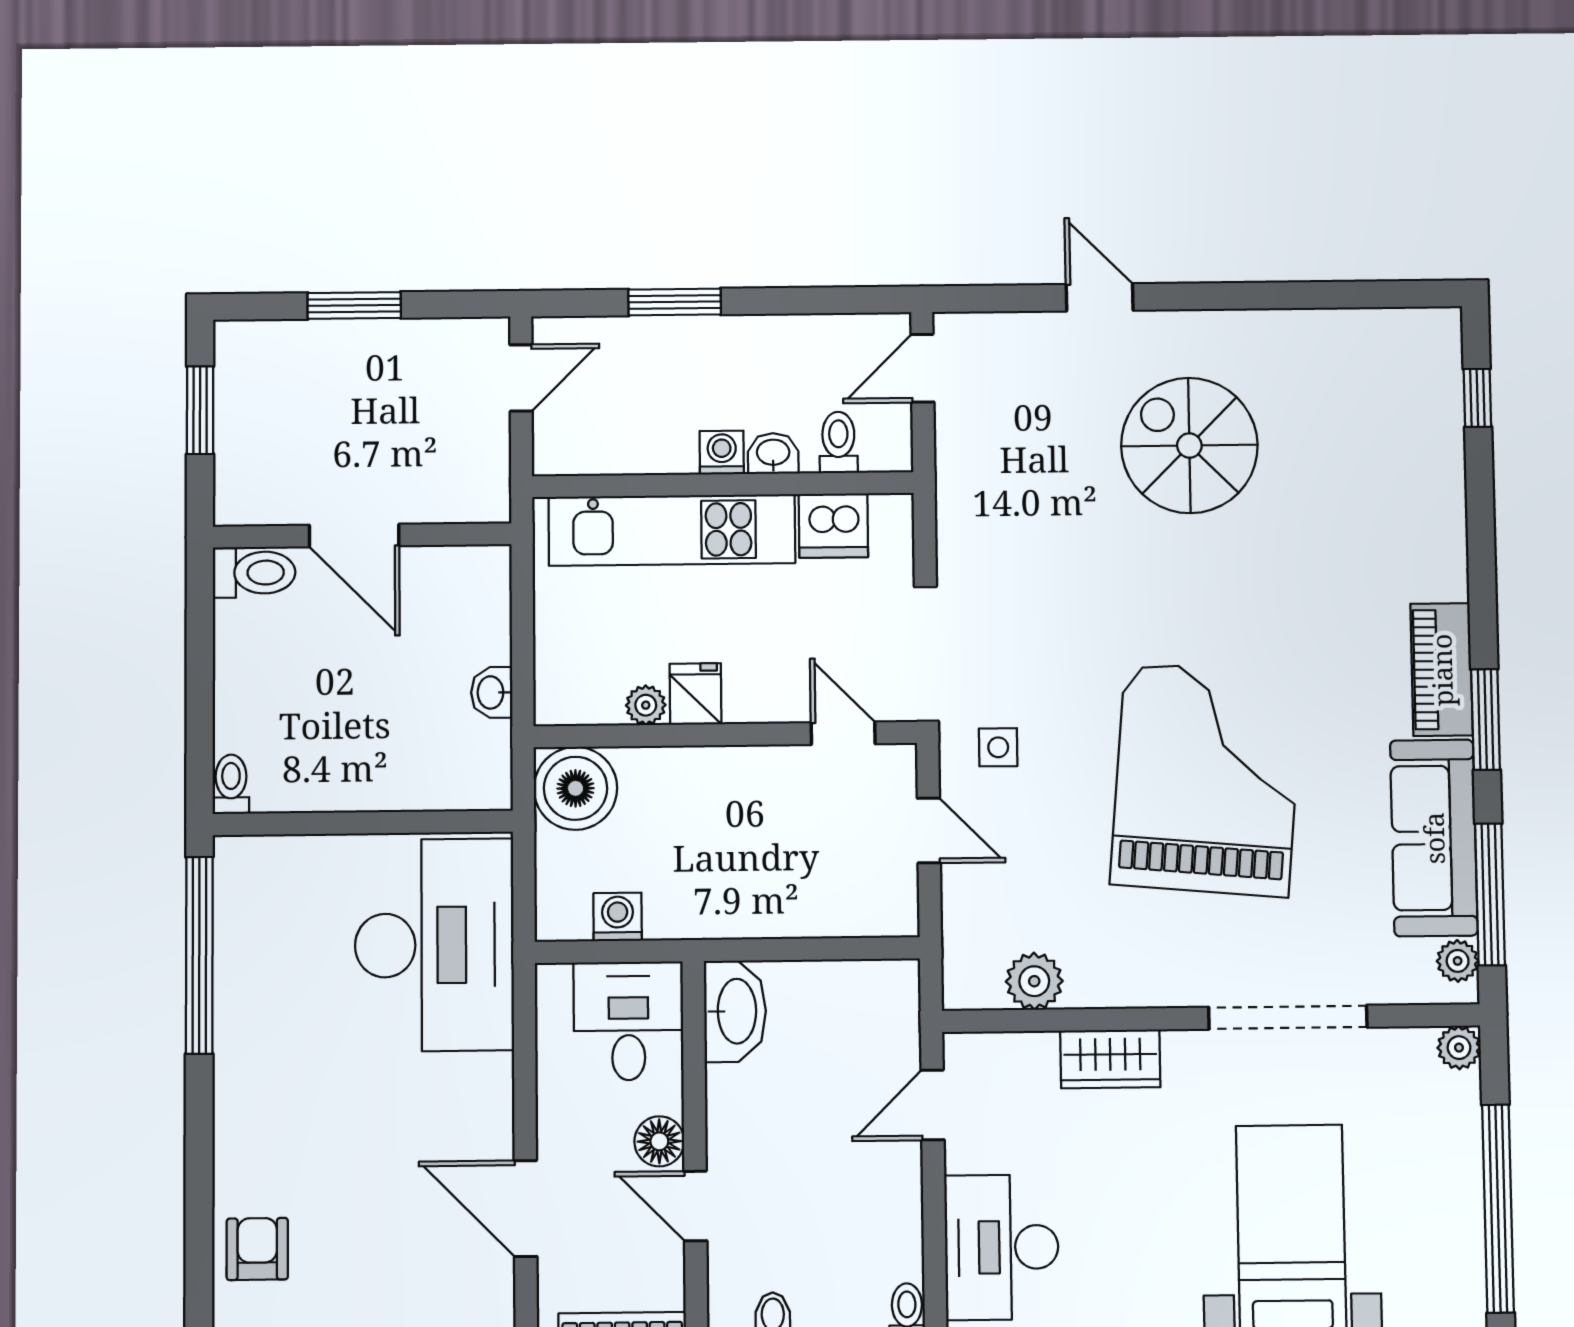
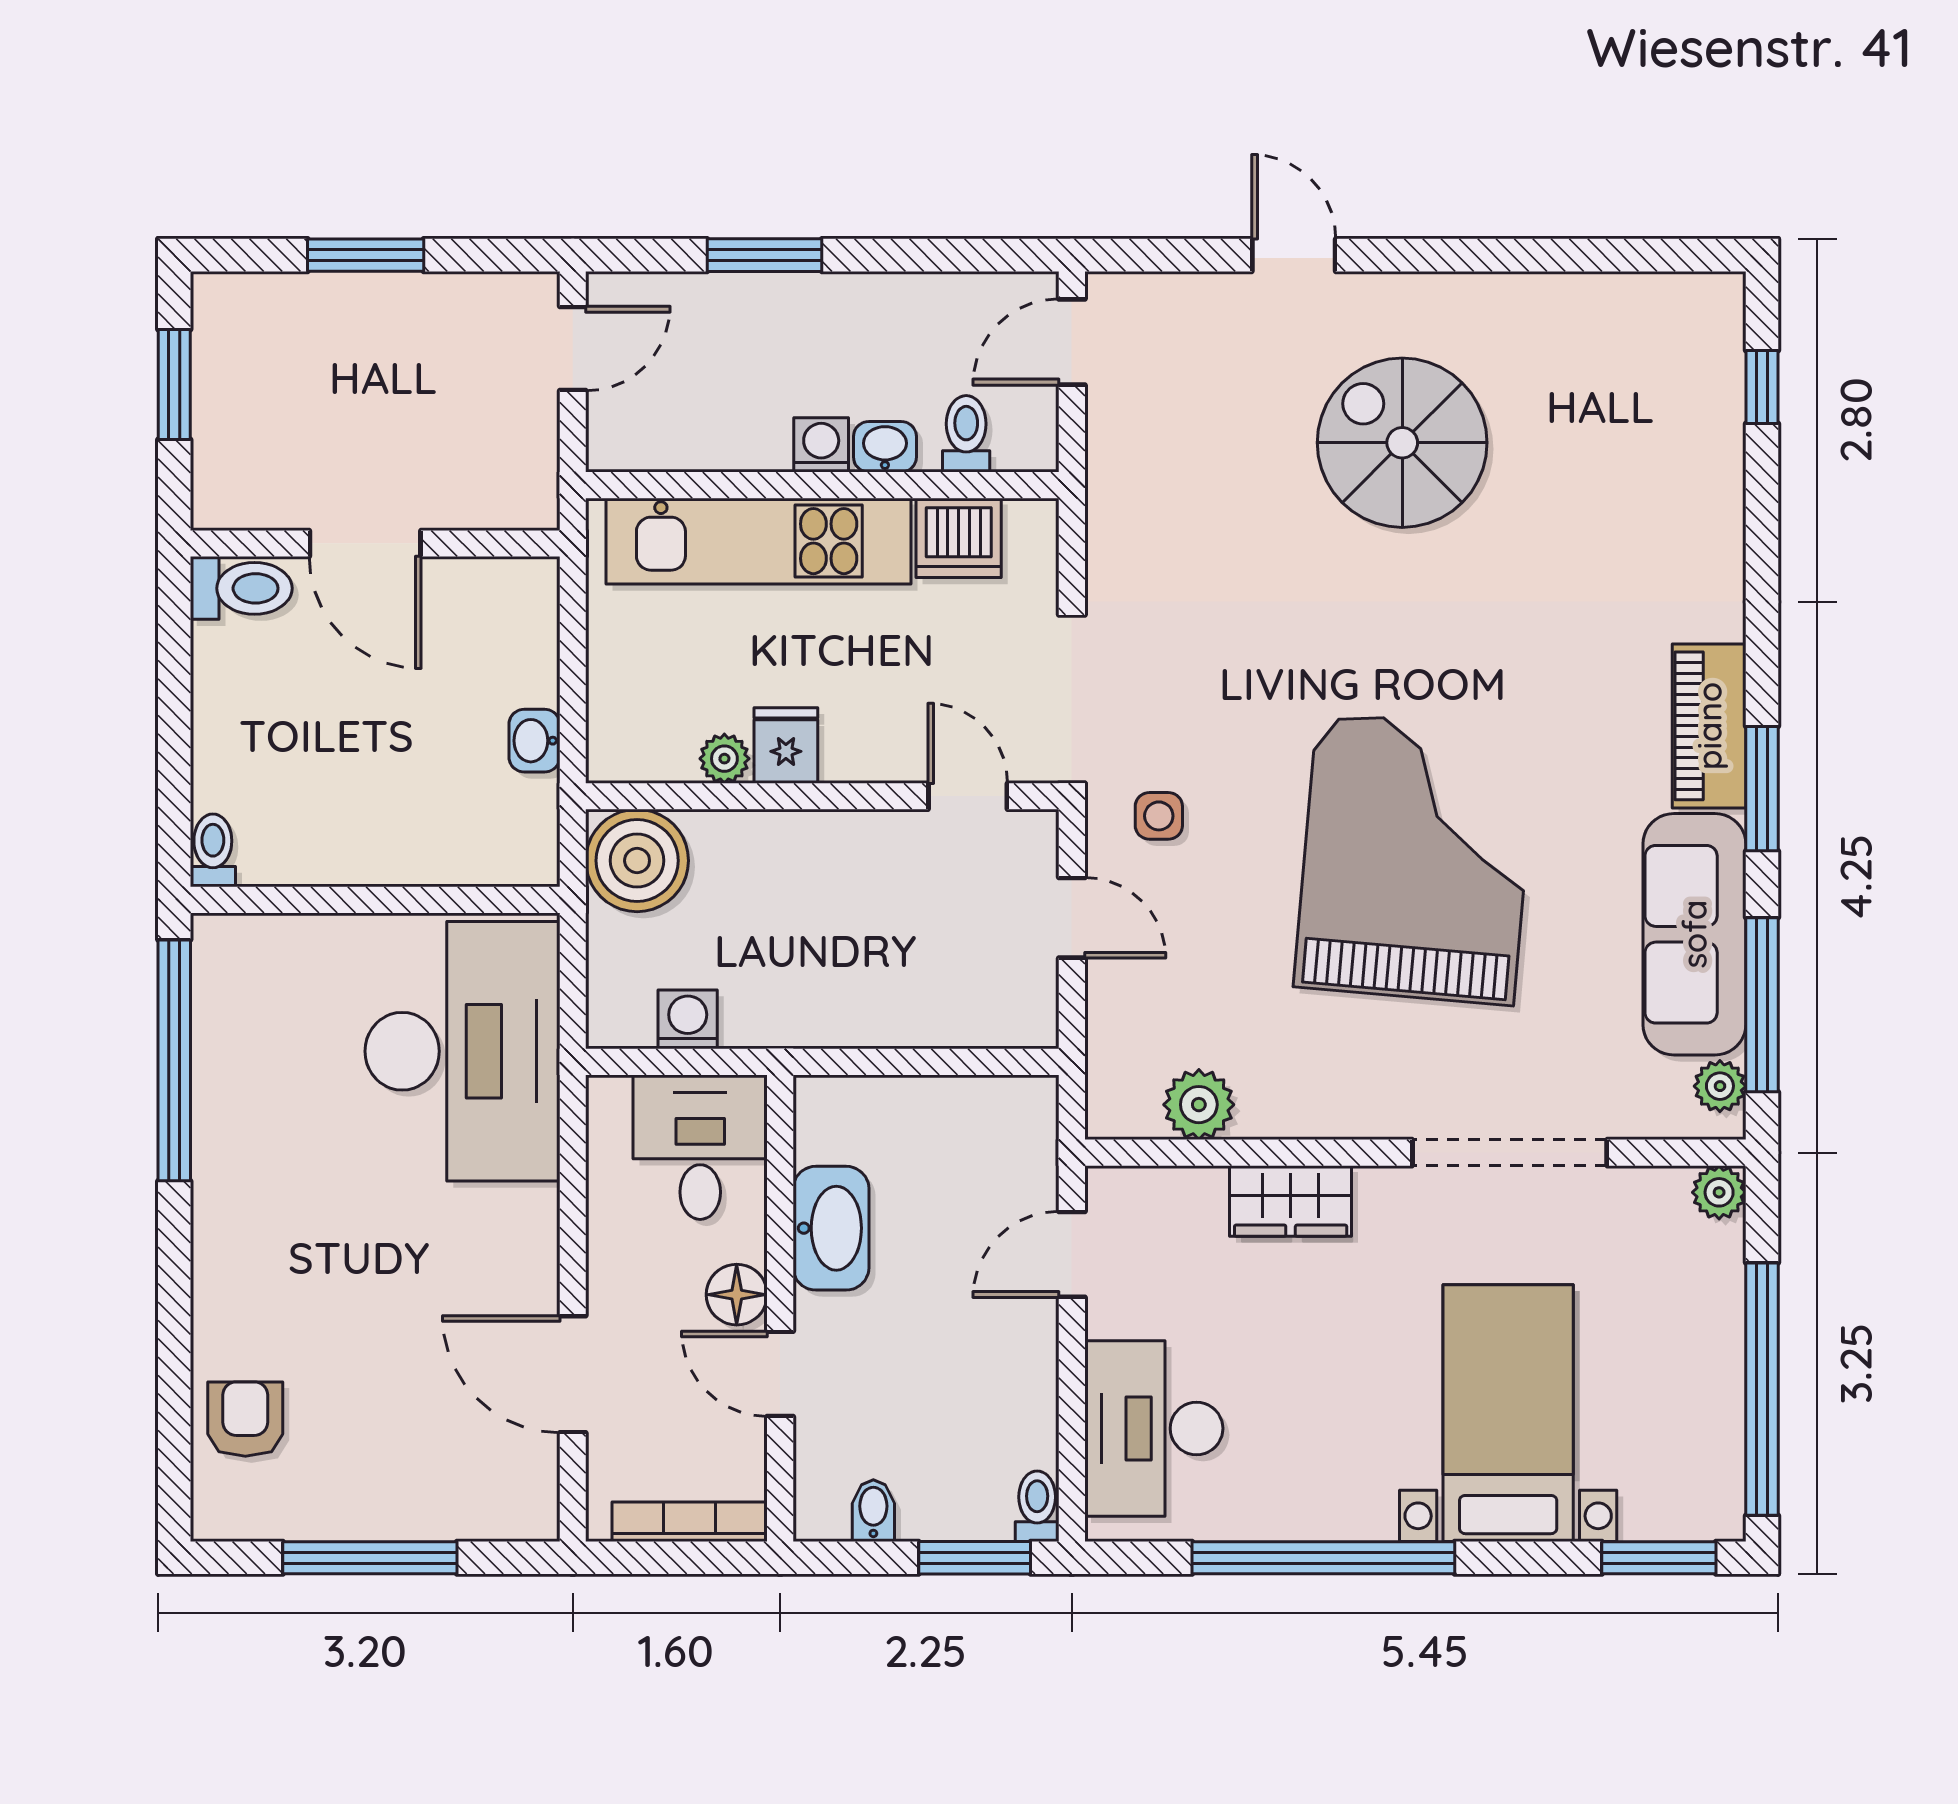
washbasin: (735, 1011) -> (831, 1228), moved

